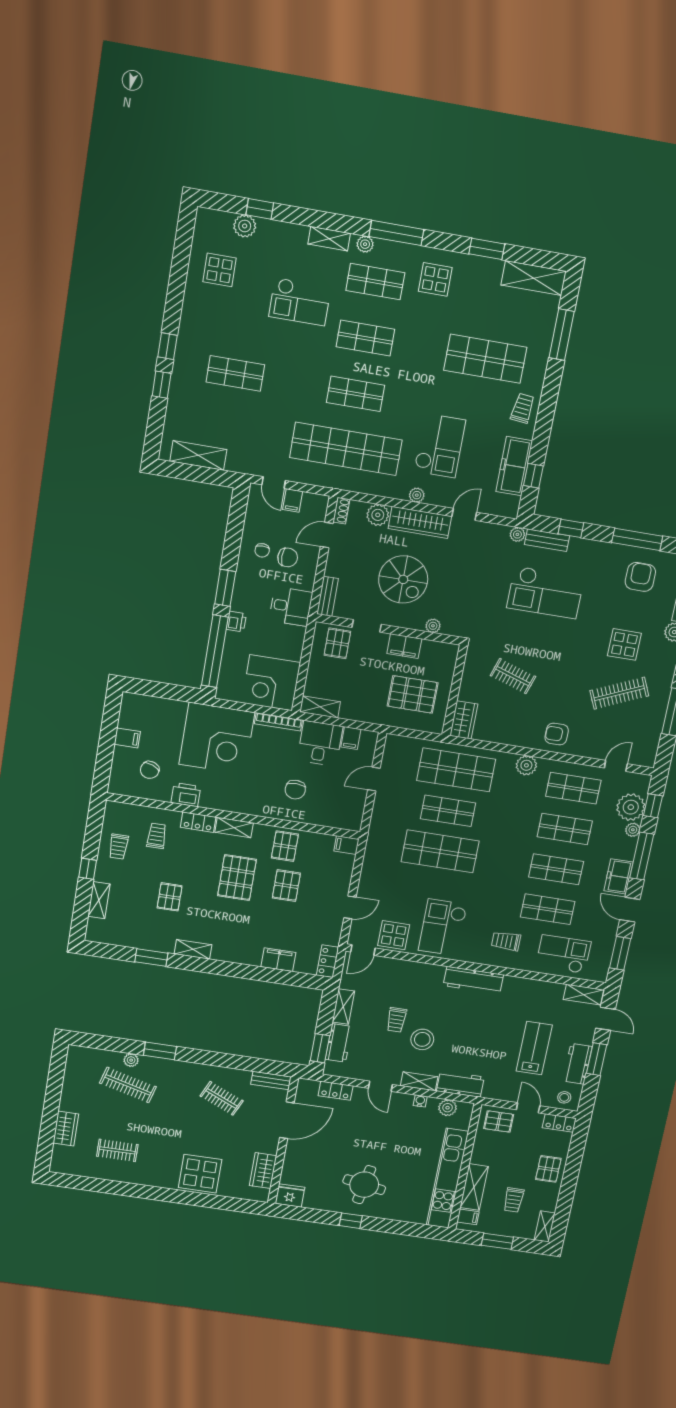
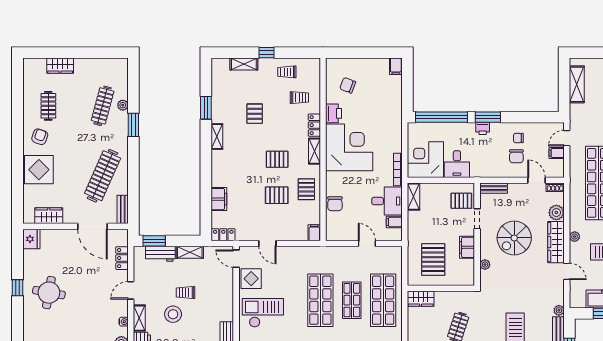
desk: (291, 606) -> (457, 164), moved
printer: (236, 622) -> (483, 128), moved
filing cabinet: (127, 738) -> (396, 66), moved
corner desk: (217, 738) -> (349, 147), moved, turned 180
chair: (295, 790) -> (335, 204), moved, turned -90
pallet: (285, 846) -> (306, 189), turned 90
pallet: (237, 878) -> (277, 159), width x0.67, depth x0.71
pallet: (170, 897) -> (255, 114), turned 90
clothes rail: (222, 1098) -> (103, 176), width x1.86, depth x1.31
armchair: (157, 1166) -> (40, 137), added

